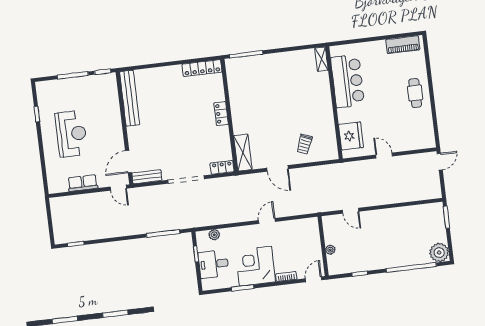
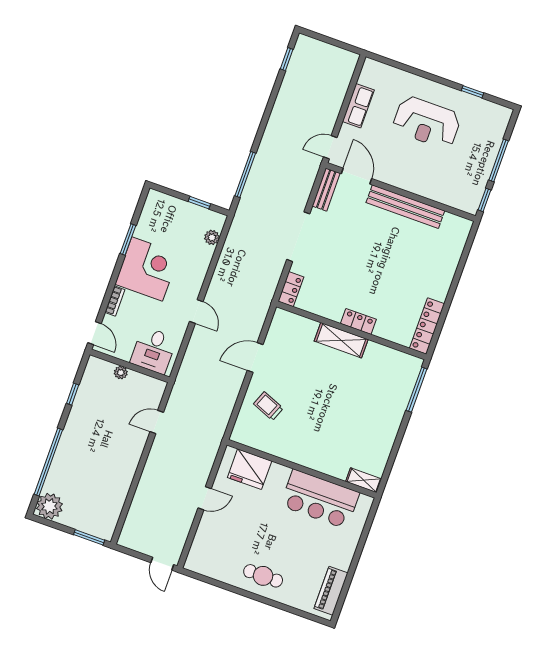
bench: (130, 98) -> (405, 207), moved
shelving: (243, 153) -> (341, 340), moved
desk: (214, 264) -> (154, 350), moved, turned 180

